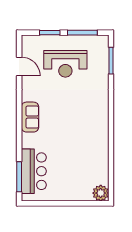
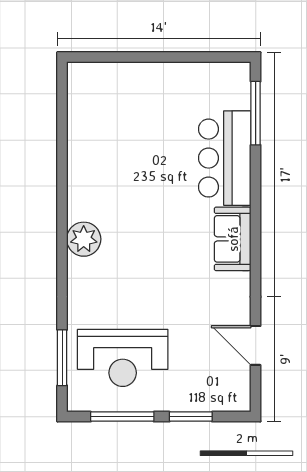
reception desk: (65, 64) -> (123, 358), moved, turned 180
bar counter: (34, 171) -> (225, 158), moved
plant: (101, 193) -> (84, 239), moved

